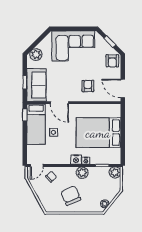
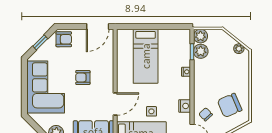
armchair: (88, 86) -> (83, 77), moved
bed: (98, 133) -> (146, 56), width x0.67
nightstand: (76, 160) -> (185, 106), moved
plant: (82, 173) -> (201, 51), moved
chair: (71, 196) -> (230, 105), moved

